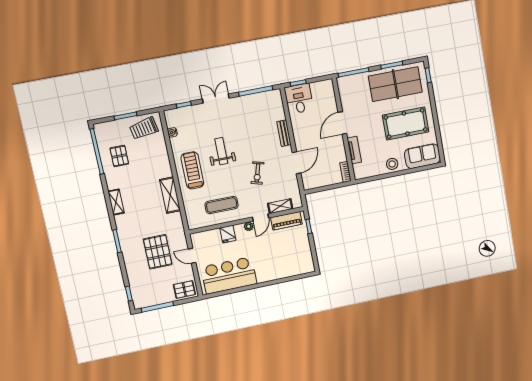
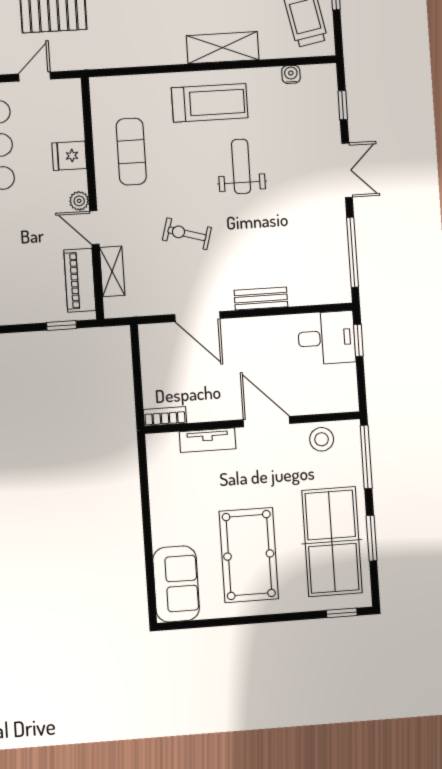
weight bench: (221, 151) -> (241, 166), turned -90
stool: (392, 164) -> (322, 439), moved
shelving: (170, 195) -> (223, 48), moved

